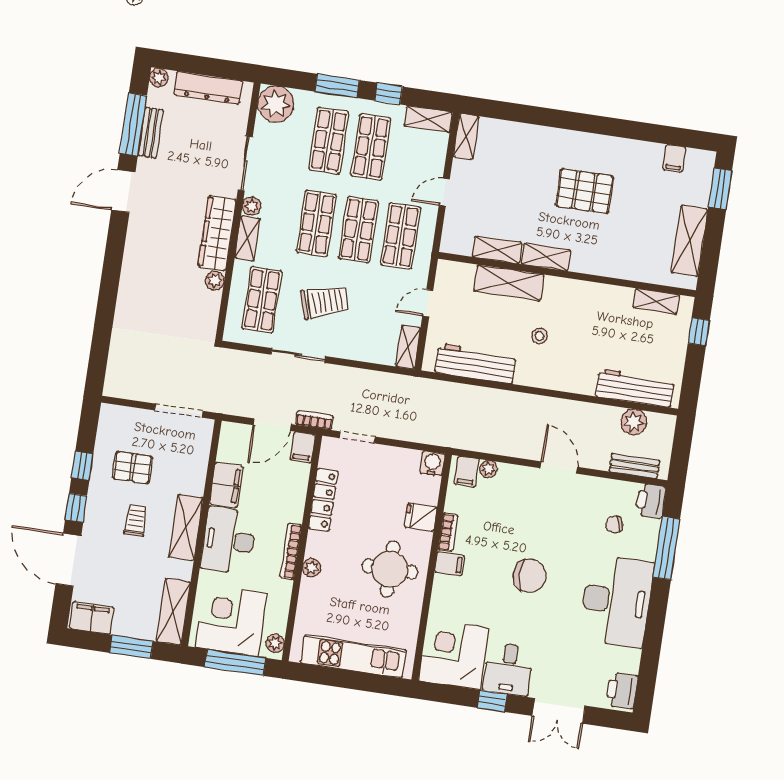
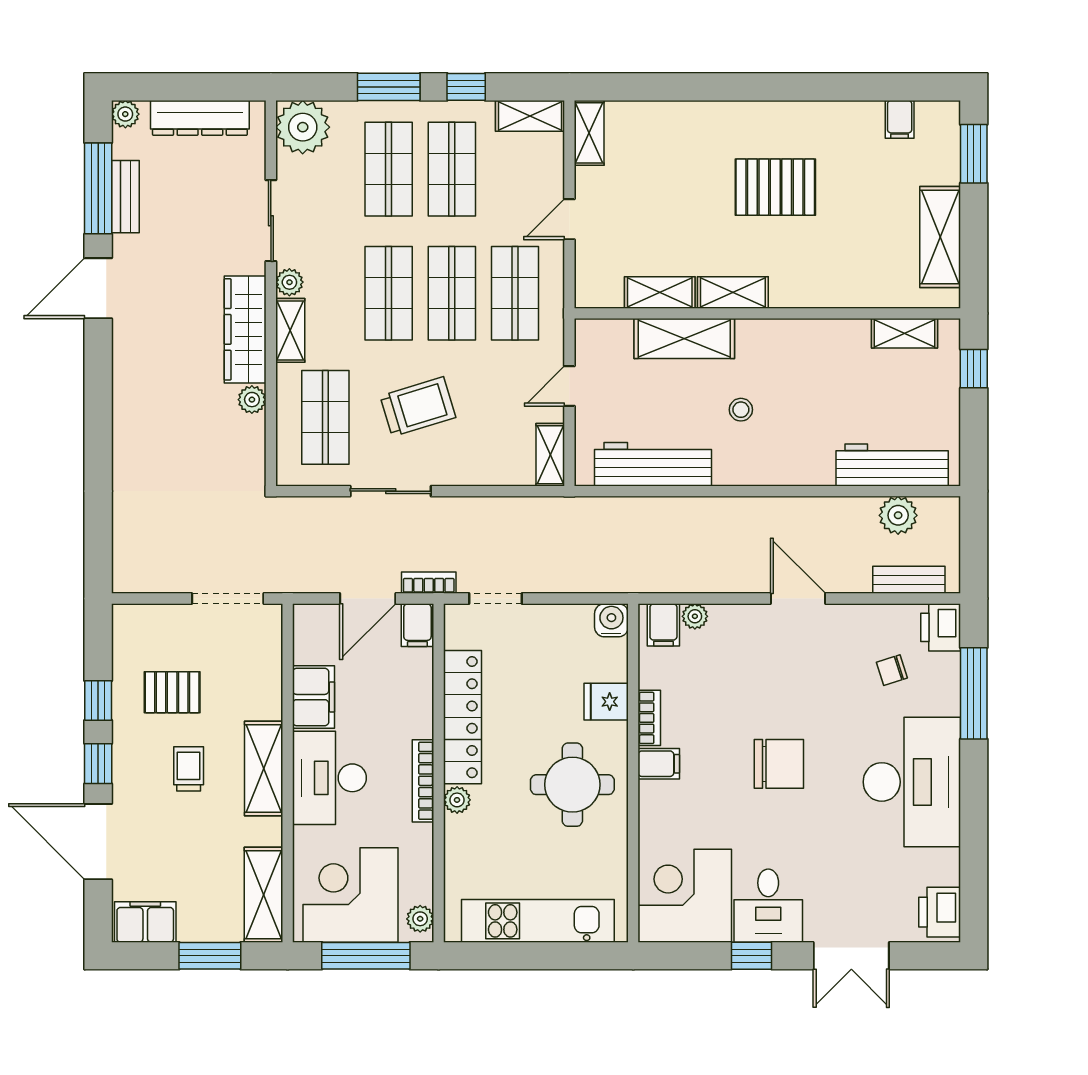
locker: (323, 500) -> (463, 717), width x1.41, depth x1.21

